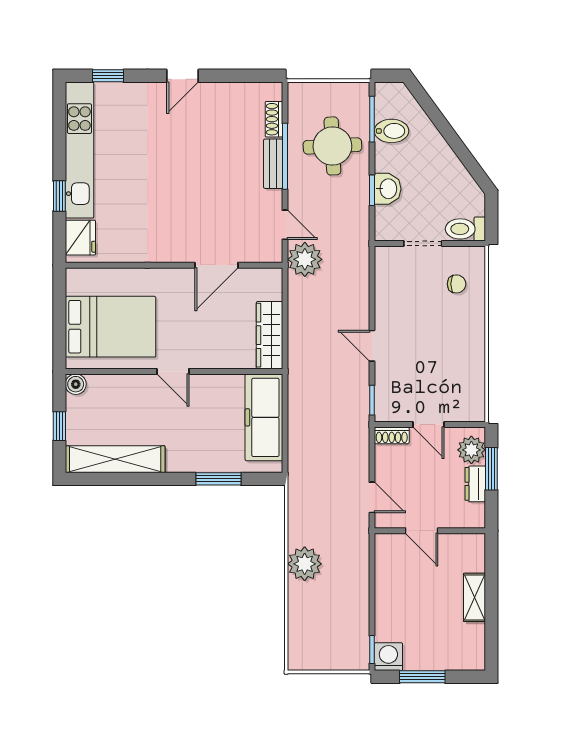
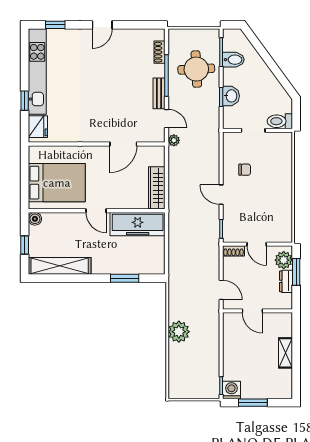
bench: (273, 164) -> (159, 93), moved
plant: (305, 259) -> (174, 140), width x0.53, depth x0.53
chair: (457, 284) -> (245, 170), moved
freezer: (264, 417) -> (138, 224), moved, turned -90

